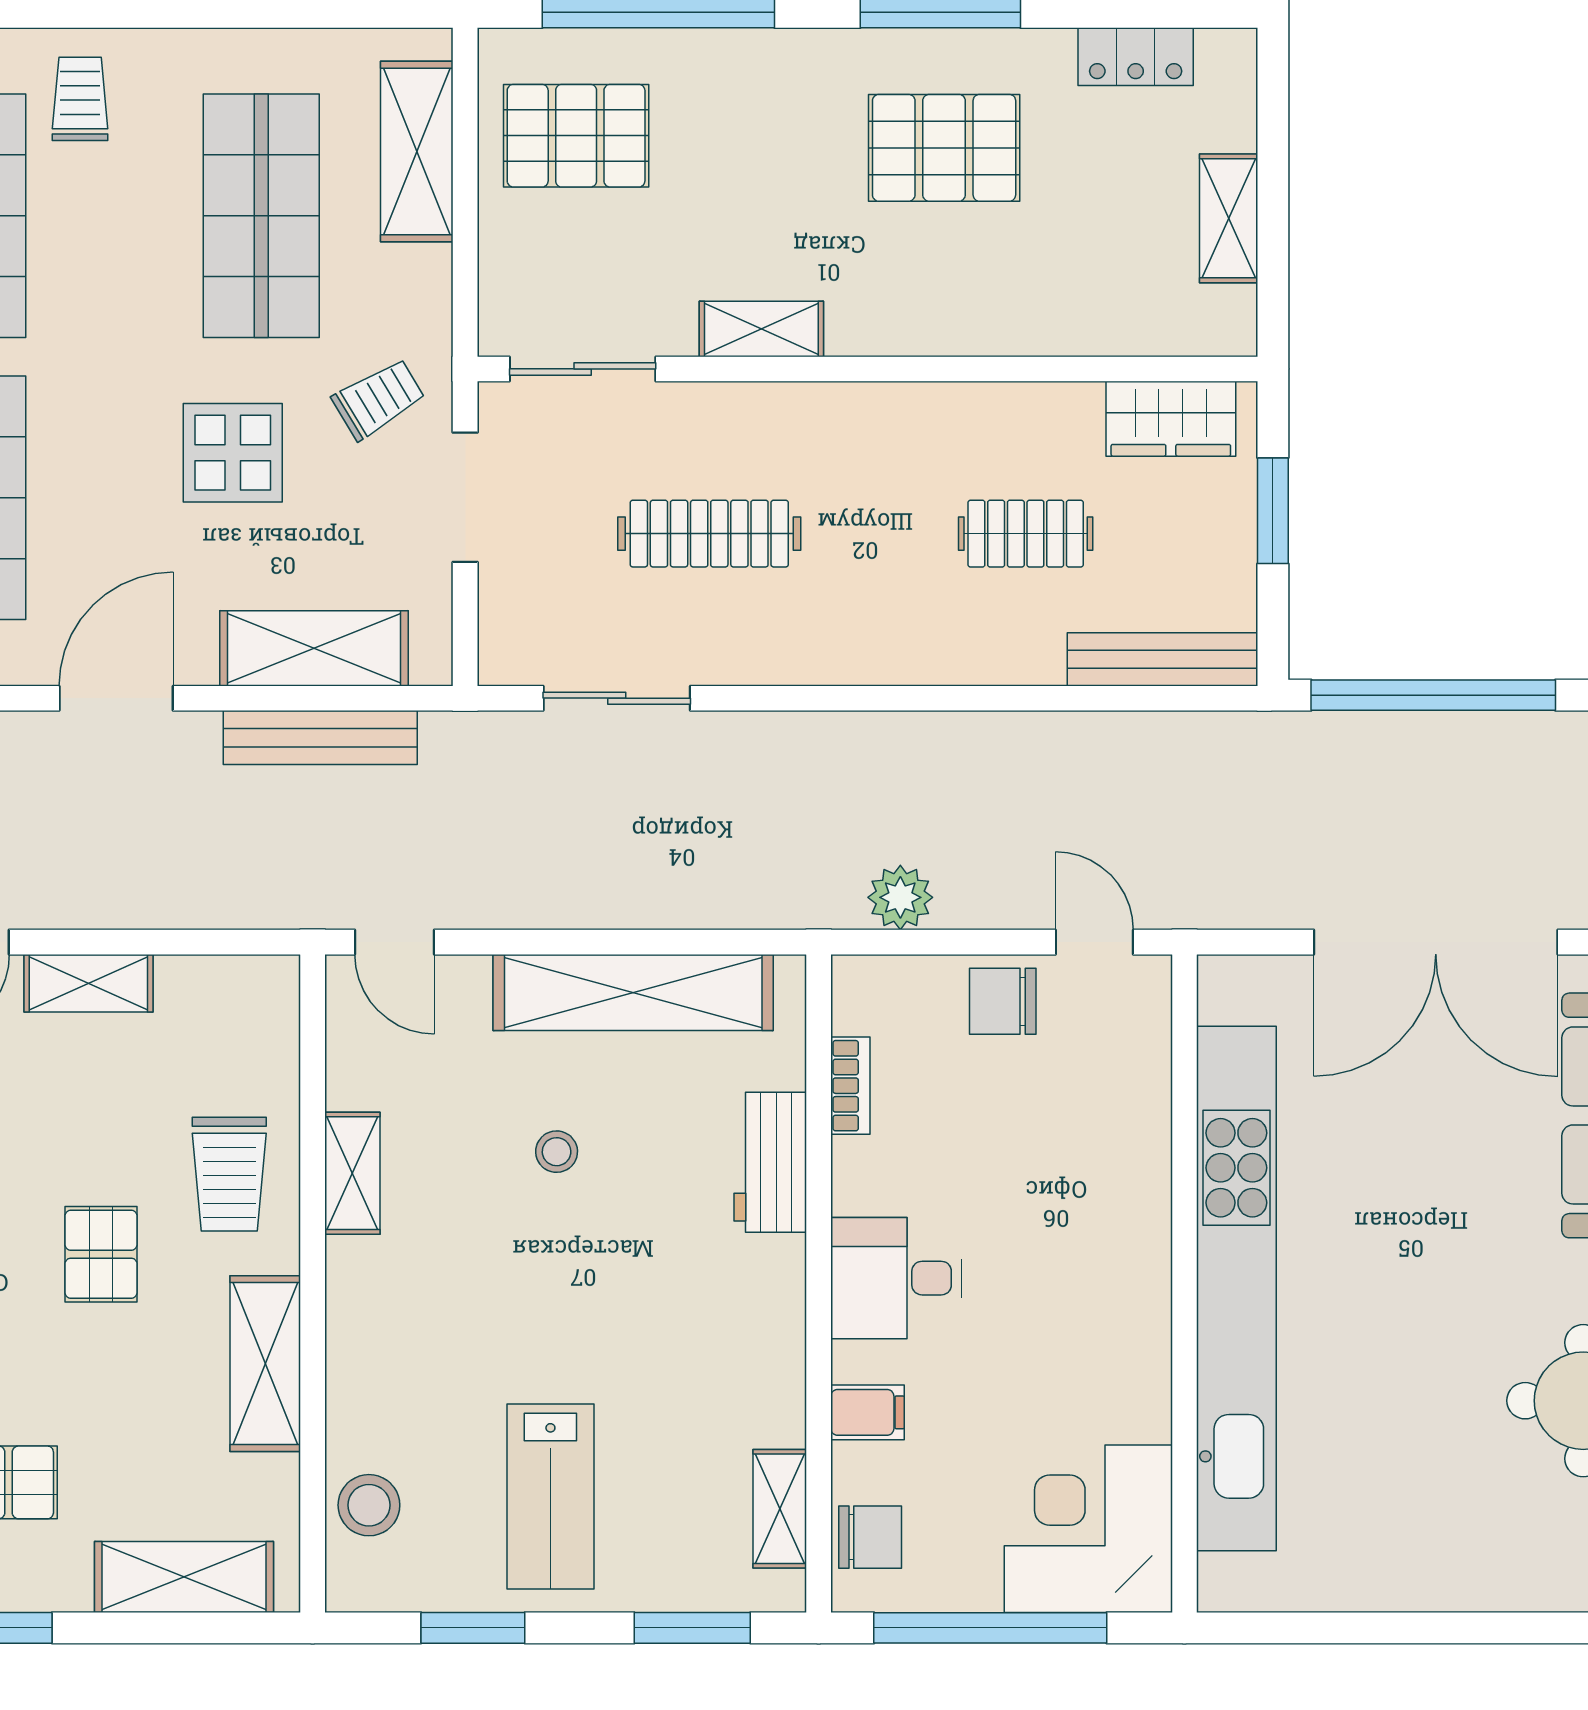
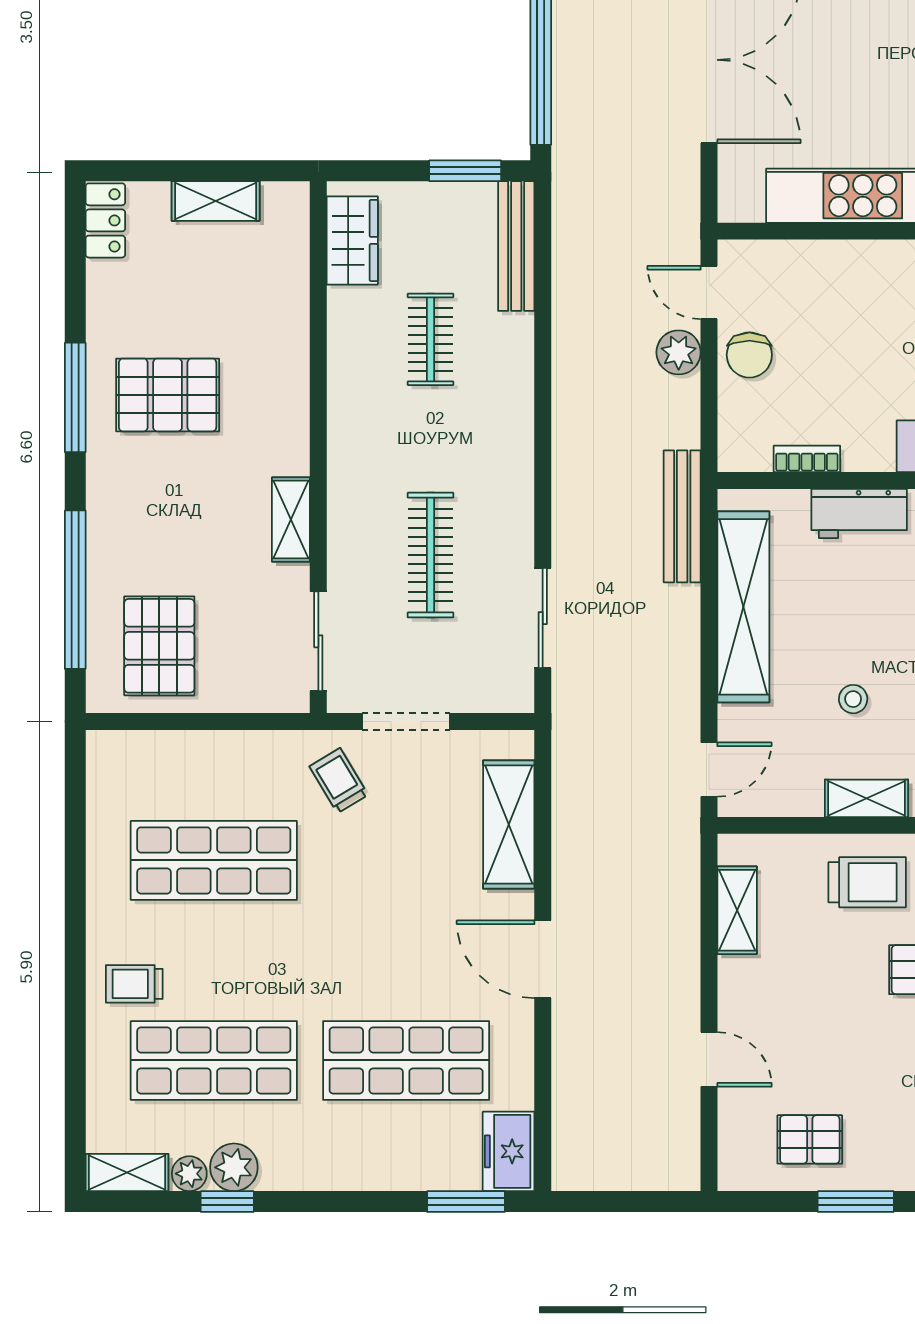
locker: (1136, 57) -> (105, 220), moved
pallet: (944, 148) -> (168, 395), turned 90
shelving: (417, 152) -> (170, 754), removed
display table: (233, 453) -> (375, 880), removed
window: (1273, 511) -> (465, 171), moved
bench: (320, 738) -> (682, 516), moved
plant: (900, 897) -> (679, 352), moved
door: (1094, 942) -> (709, 293), hinge flipped
shelving: (88, 983) -> (737, 910), moved
stool: (557, 1152) -> (853, 699), moved

